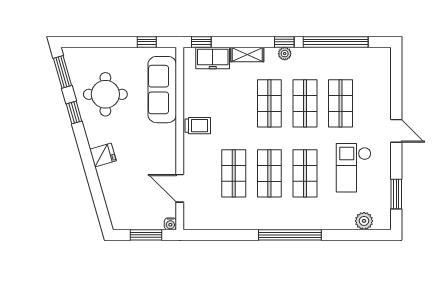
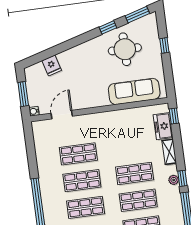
window: (147, 42) -> (164, 45), moved
trolley: (198, 126) -> (111, 122), removed
fridge: (103, 155) -> (52, 65), moved

